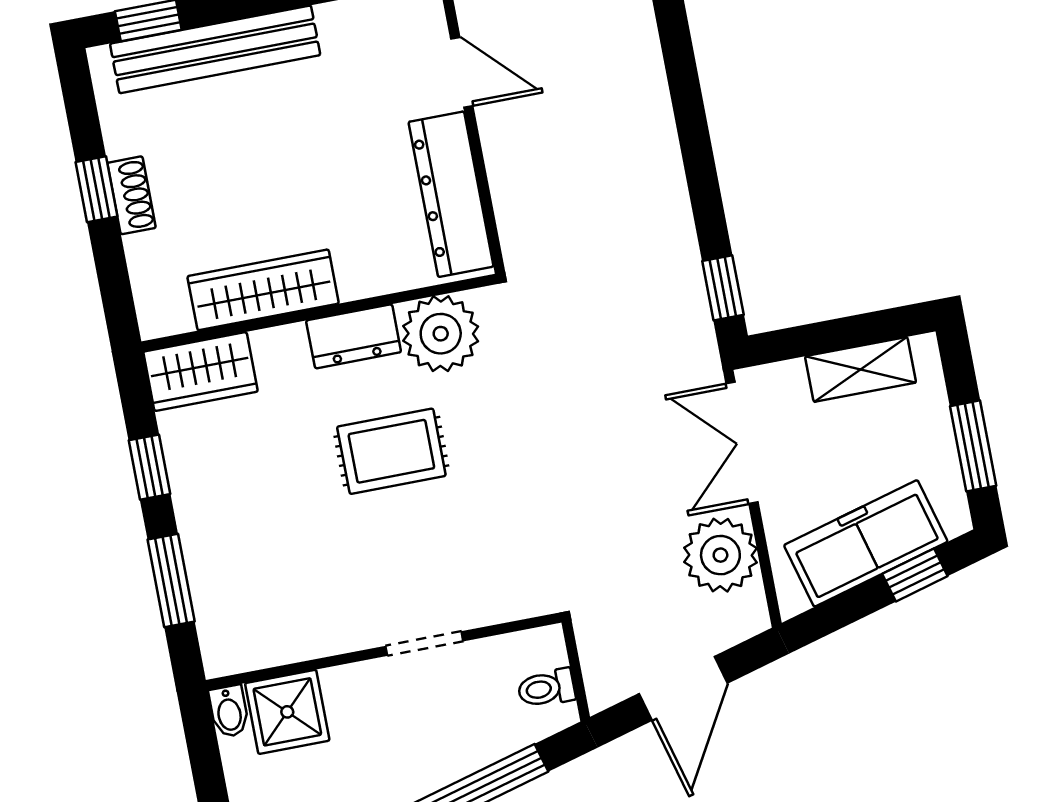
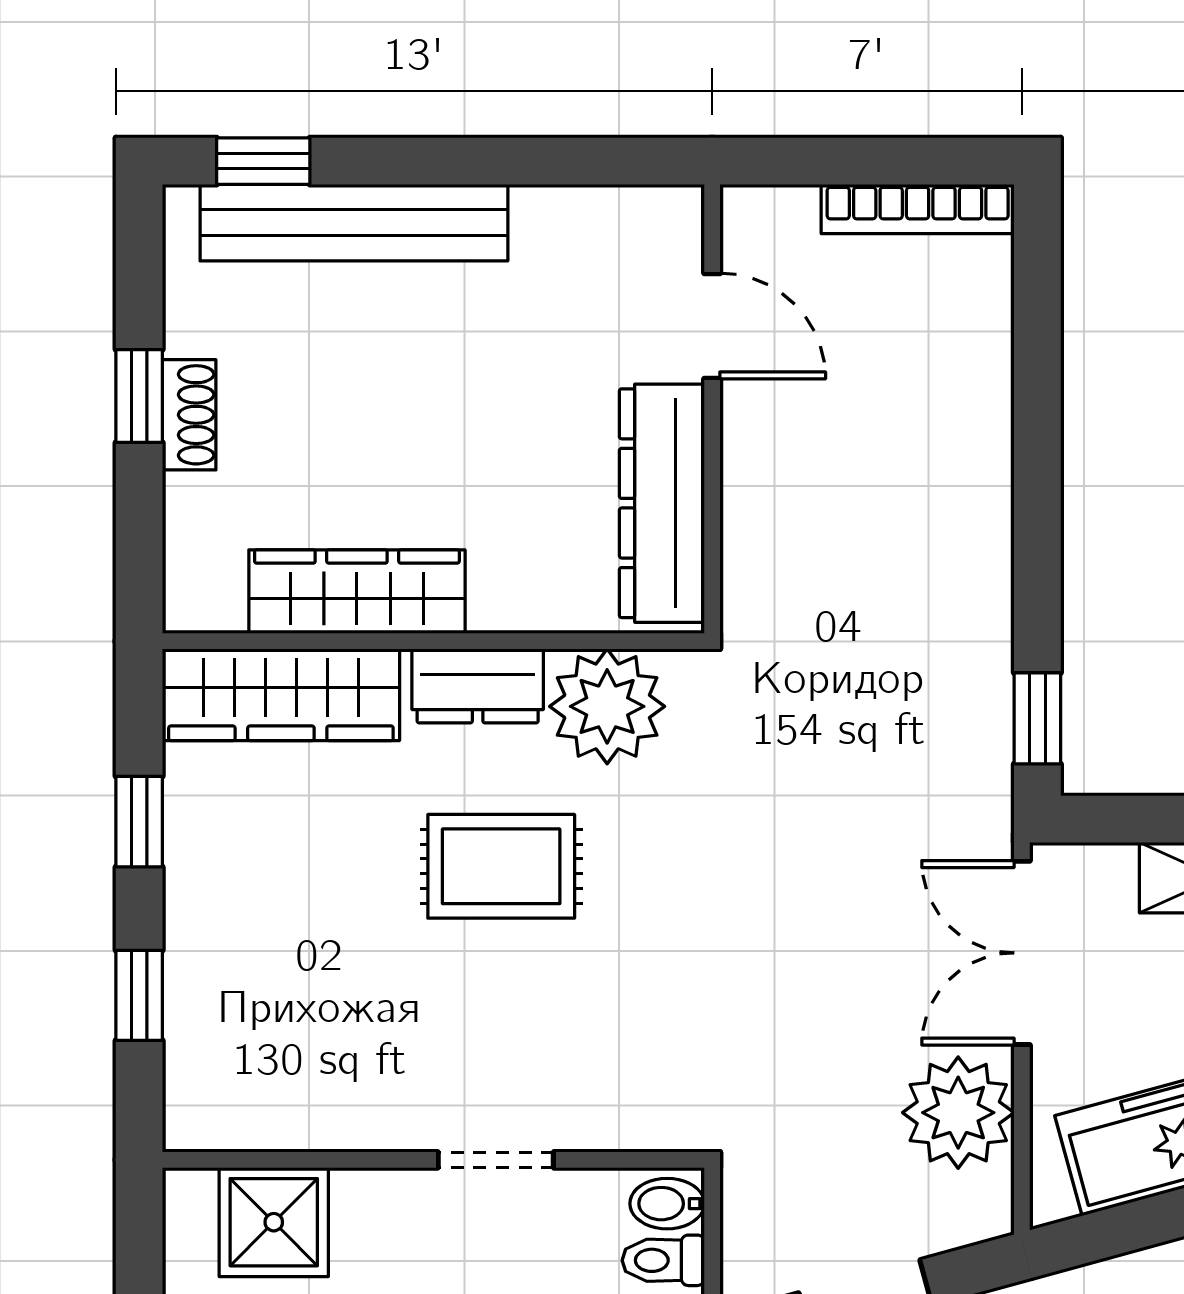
wardrobe: (200, 372) -> (281, 695), width x1.50
window: (171, 580) -> (139, 995), width x0.67
bidet: (229, 711) -> (667, 1204), moved, turned 90

